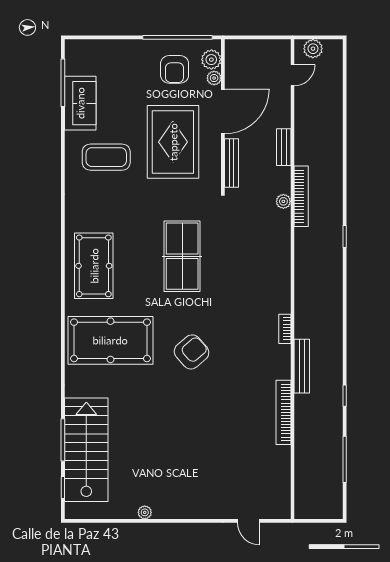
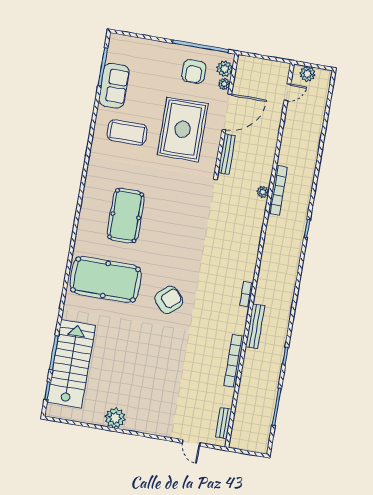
bench: (284, 147) -> (224, 423), moved
table tennis table: (182, 256) -> (174, 222), removed
pool table: (94, 266) -> (126, 216), moved
plant: (145, 512) -> (115, 418), width x1.87, depth x1.87

